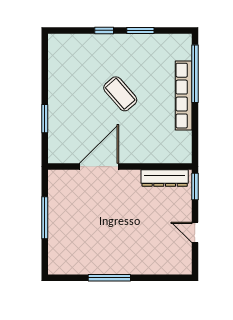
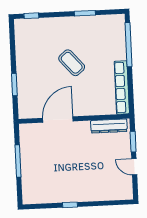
window: (104, 30) -> (31, 16), moved
row of seats: (184, 96) -> (122, 87), moved
window: (195, 186) -> (133, 142), moved
window: (109, 278) -> (70, 205), width x0.46

